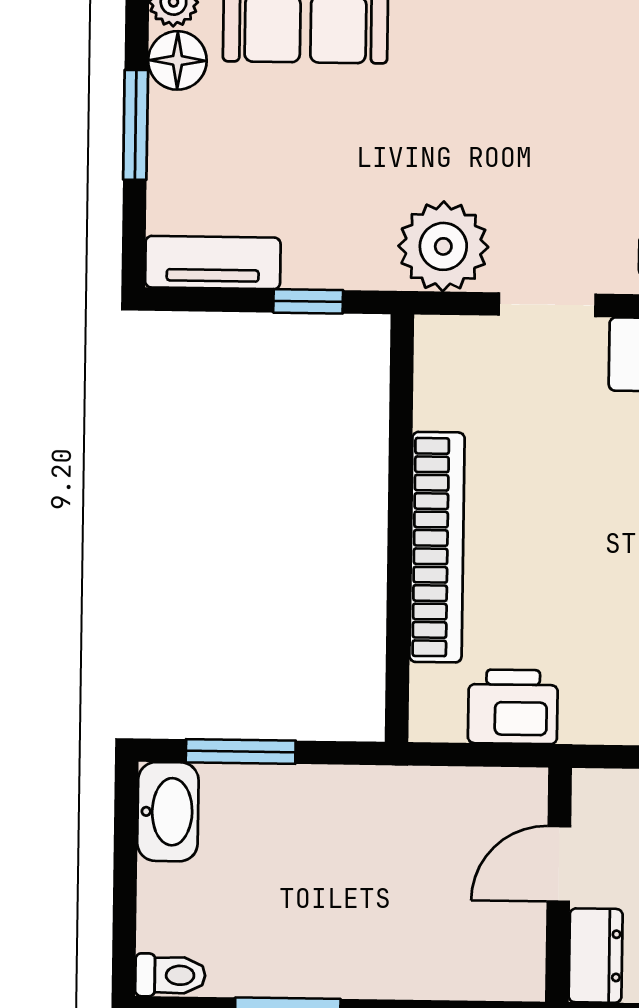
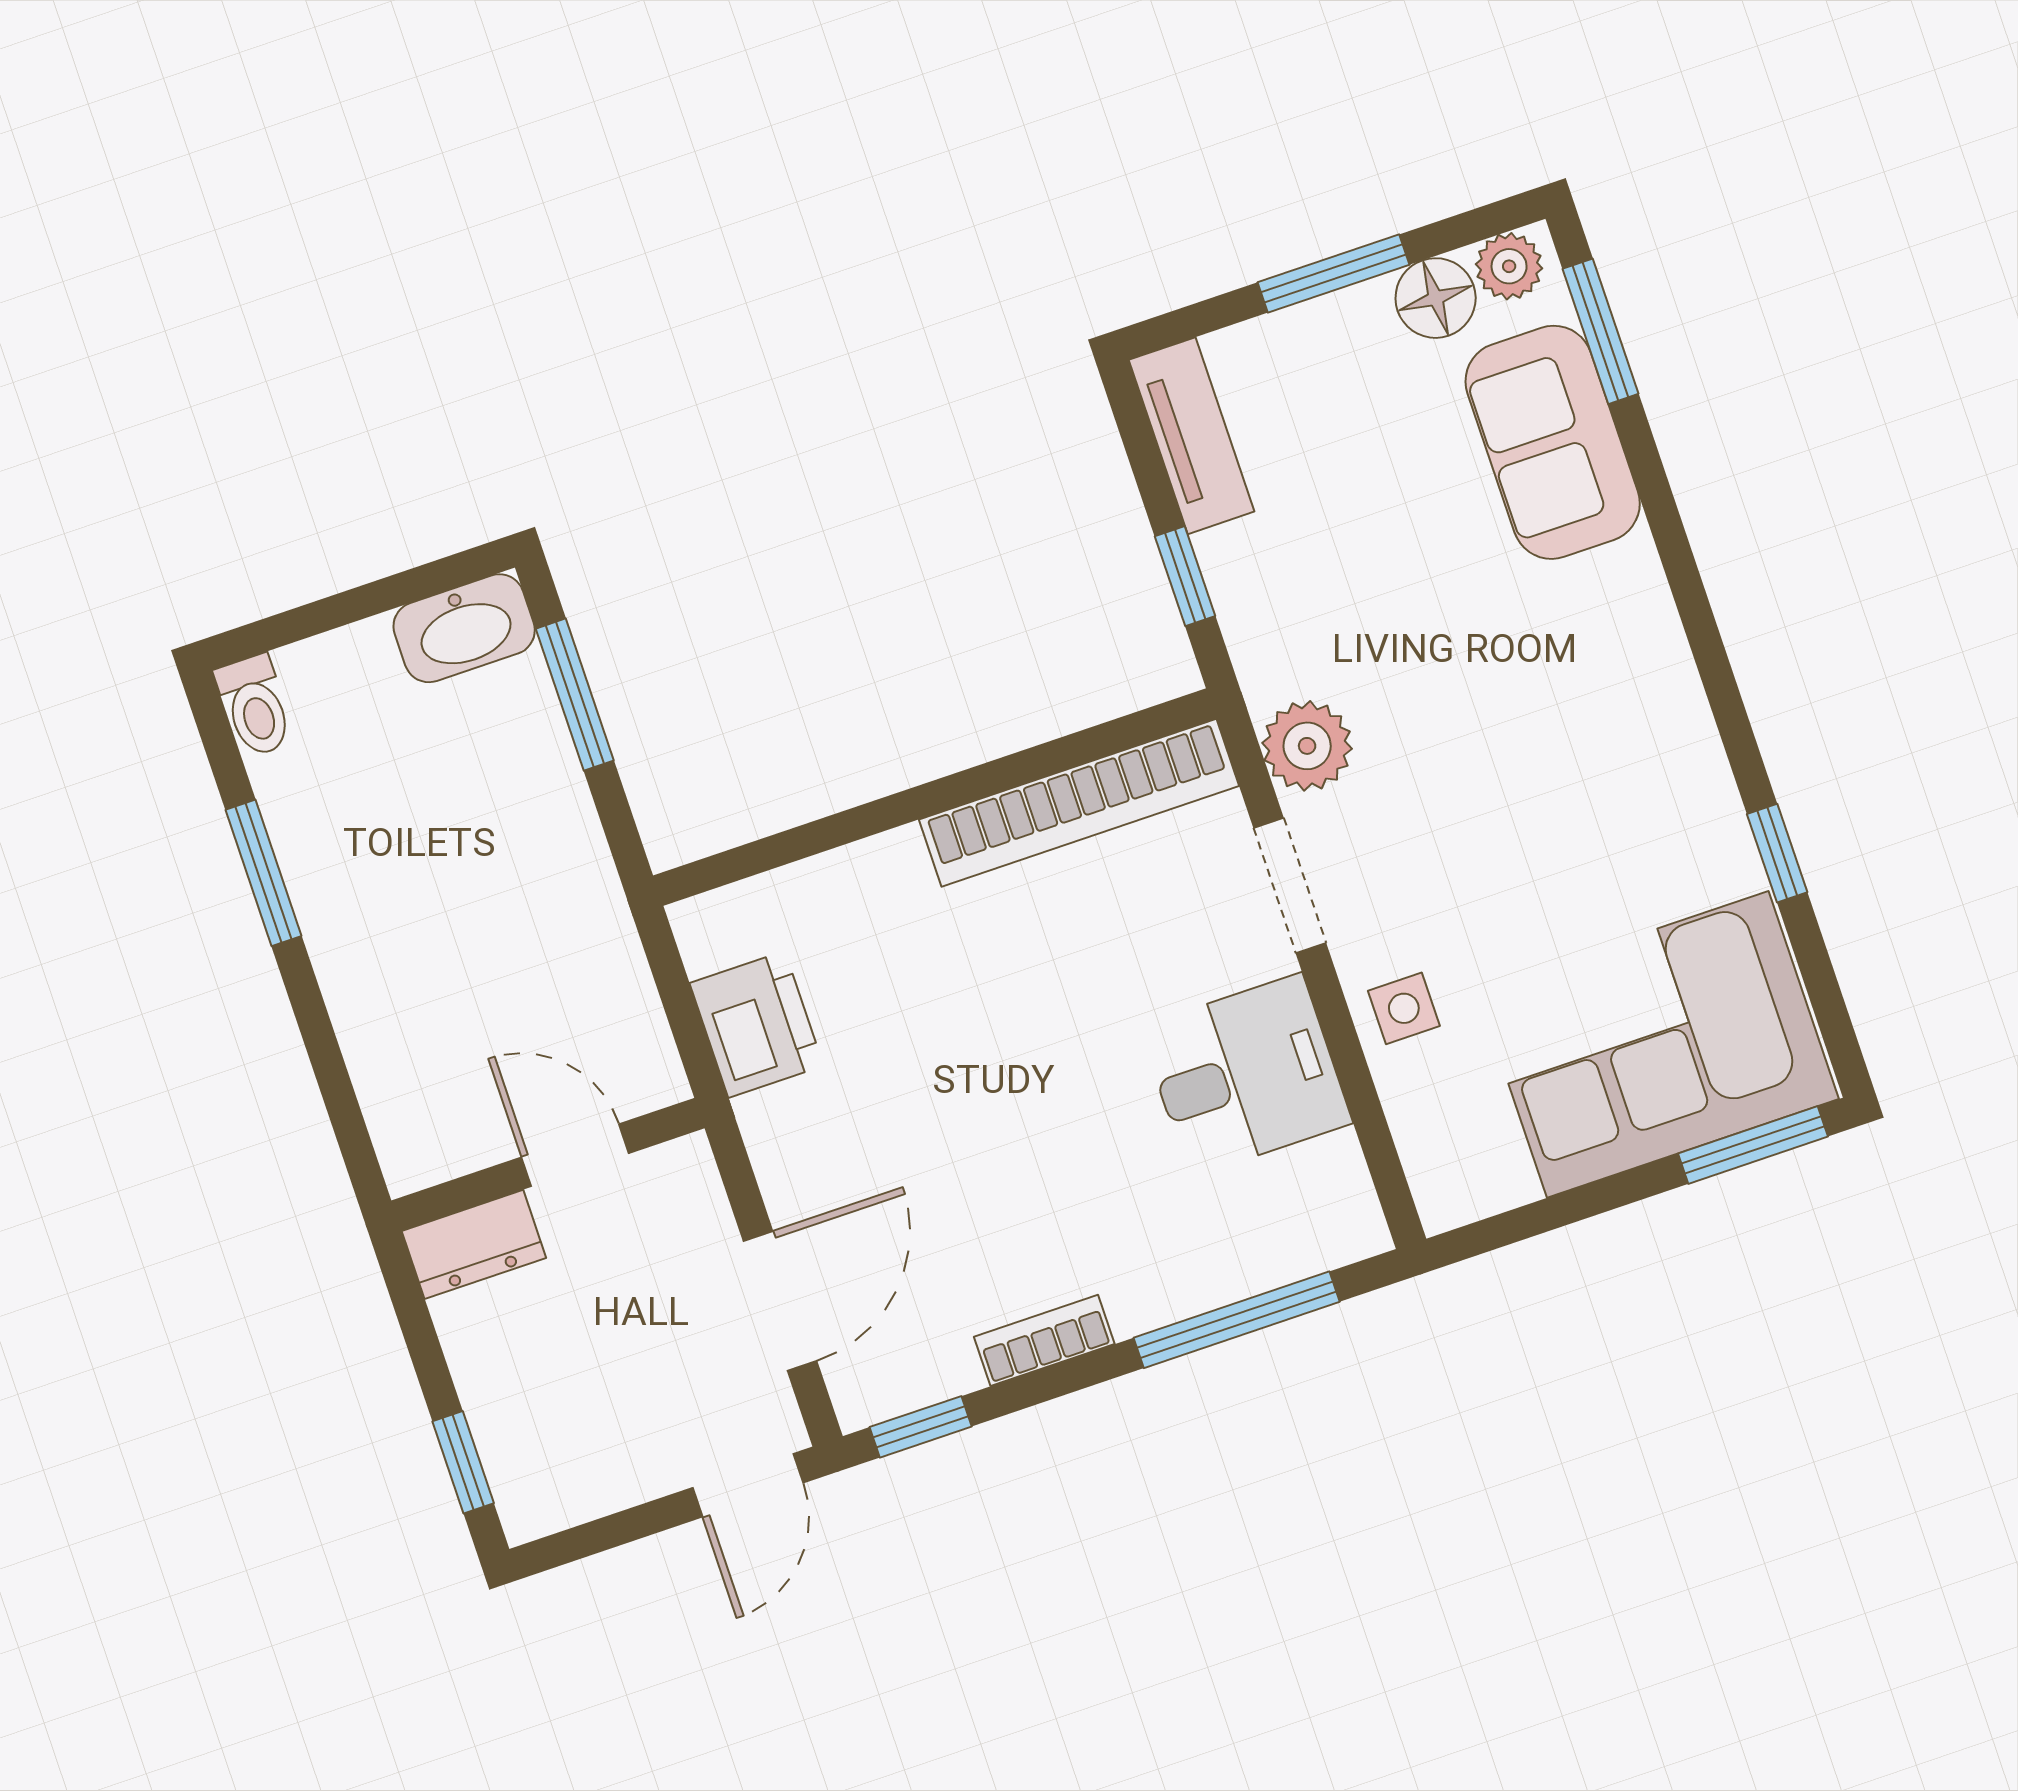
plant: (443, 246) -> (1307, 746), width x0.73, depth x0.73
bookcase: (437, 547) -> (1079, 803), moved

